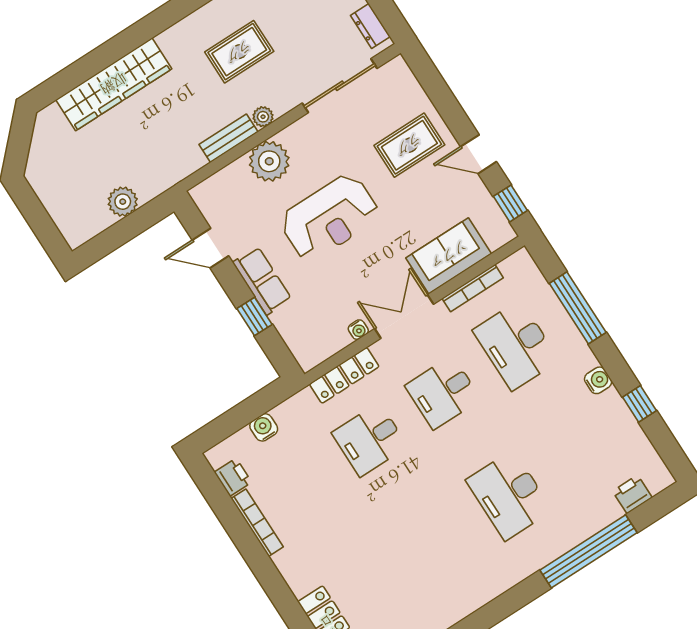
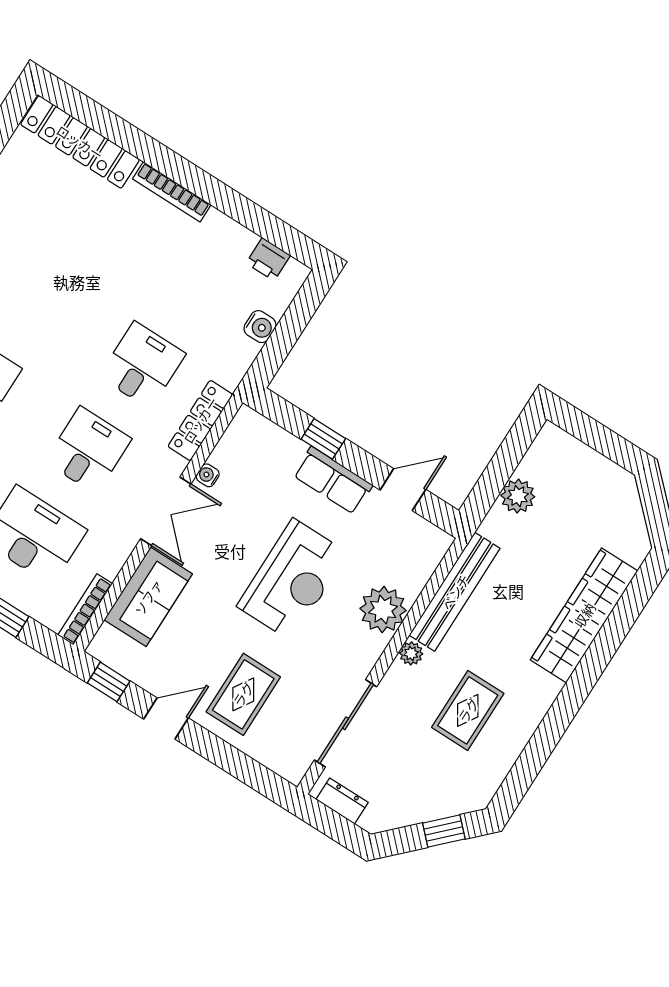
bench: (229, 138) -> (455, 592), width x1.86, depth x1.21
reception desk: (330, 217) -> (292, 580), turned 180
bookcase: (473, 288) -> (85, 609), moved
bookcase: (257, 523) -> (172, 192), moved

